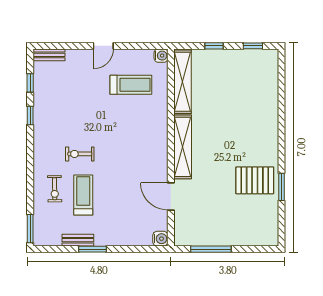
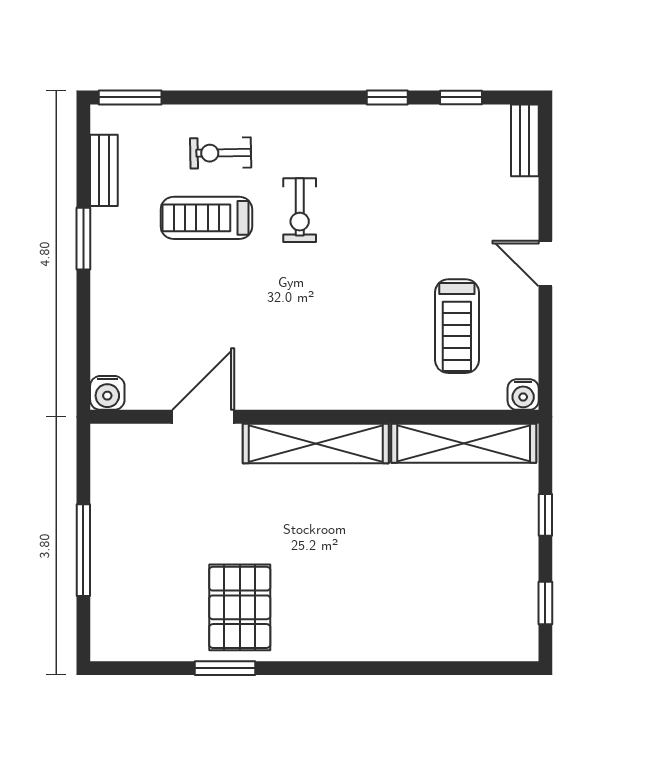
exercise bike: (80, 154) -> (300, 210), turned 180
treadmill: (83, 195) -> (206, 218), turned 180
bench: (78, 240) -> (104, 170), moved
window: (211, 249) -> (83, 550), moved

